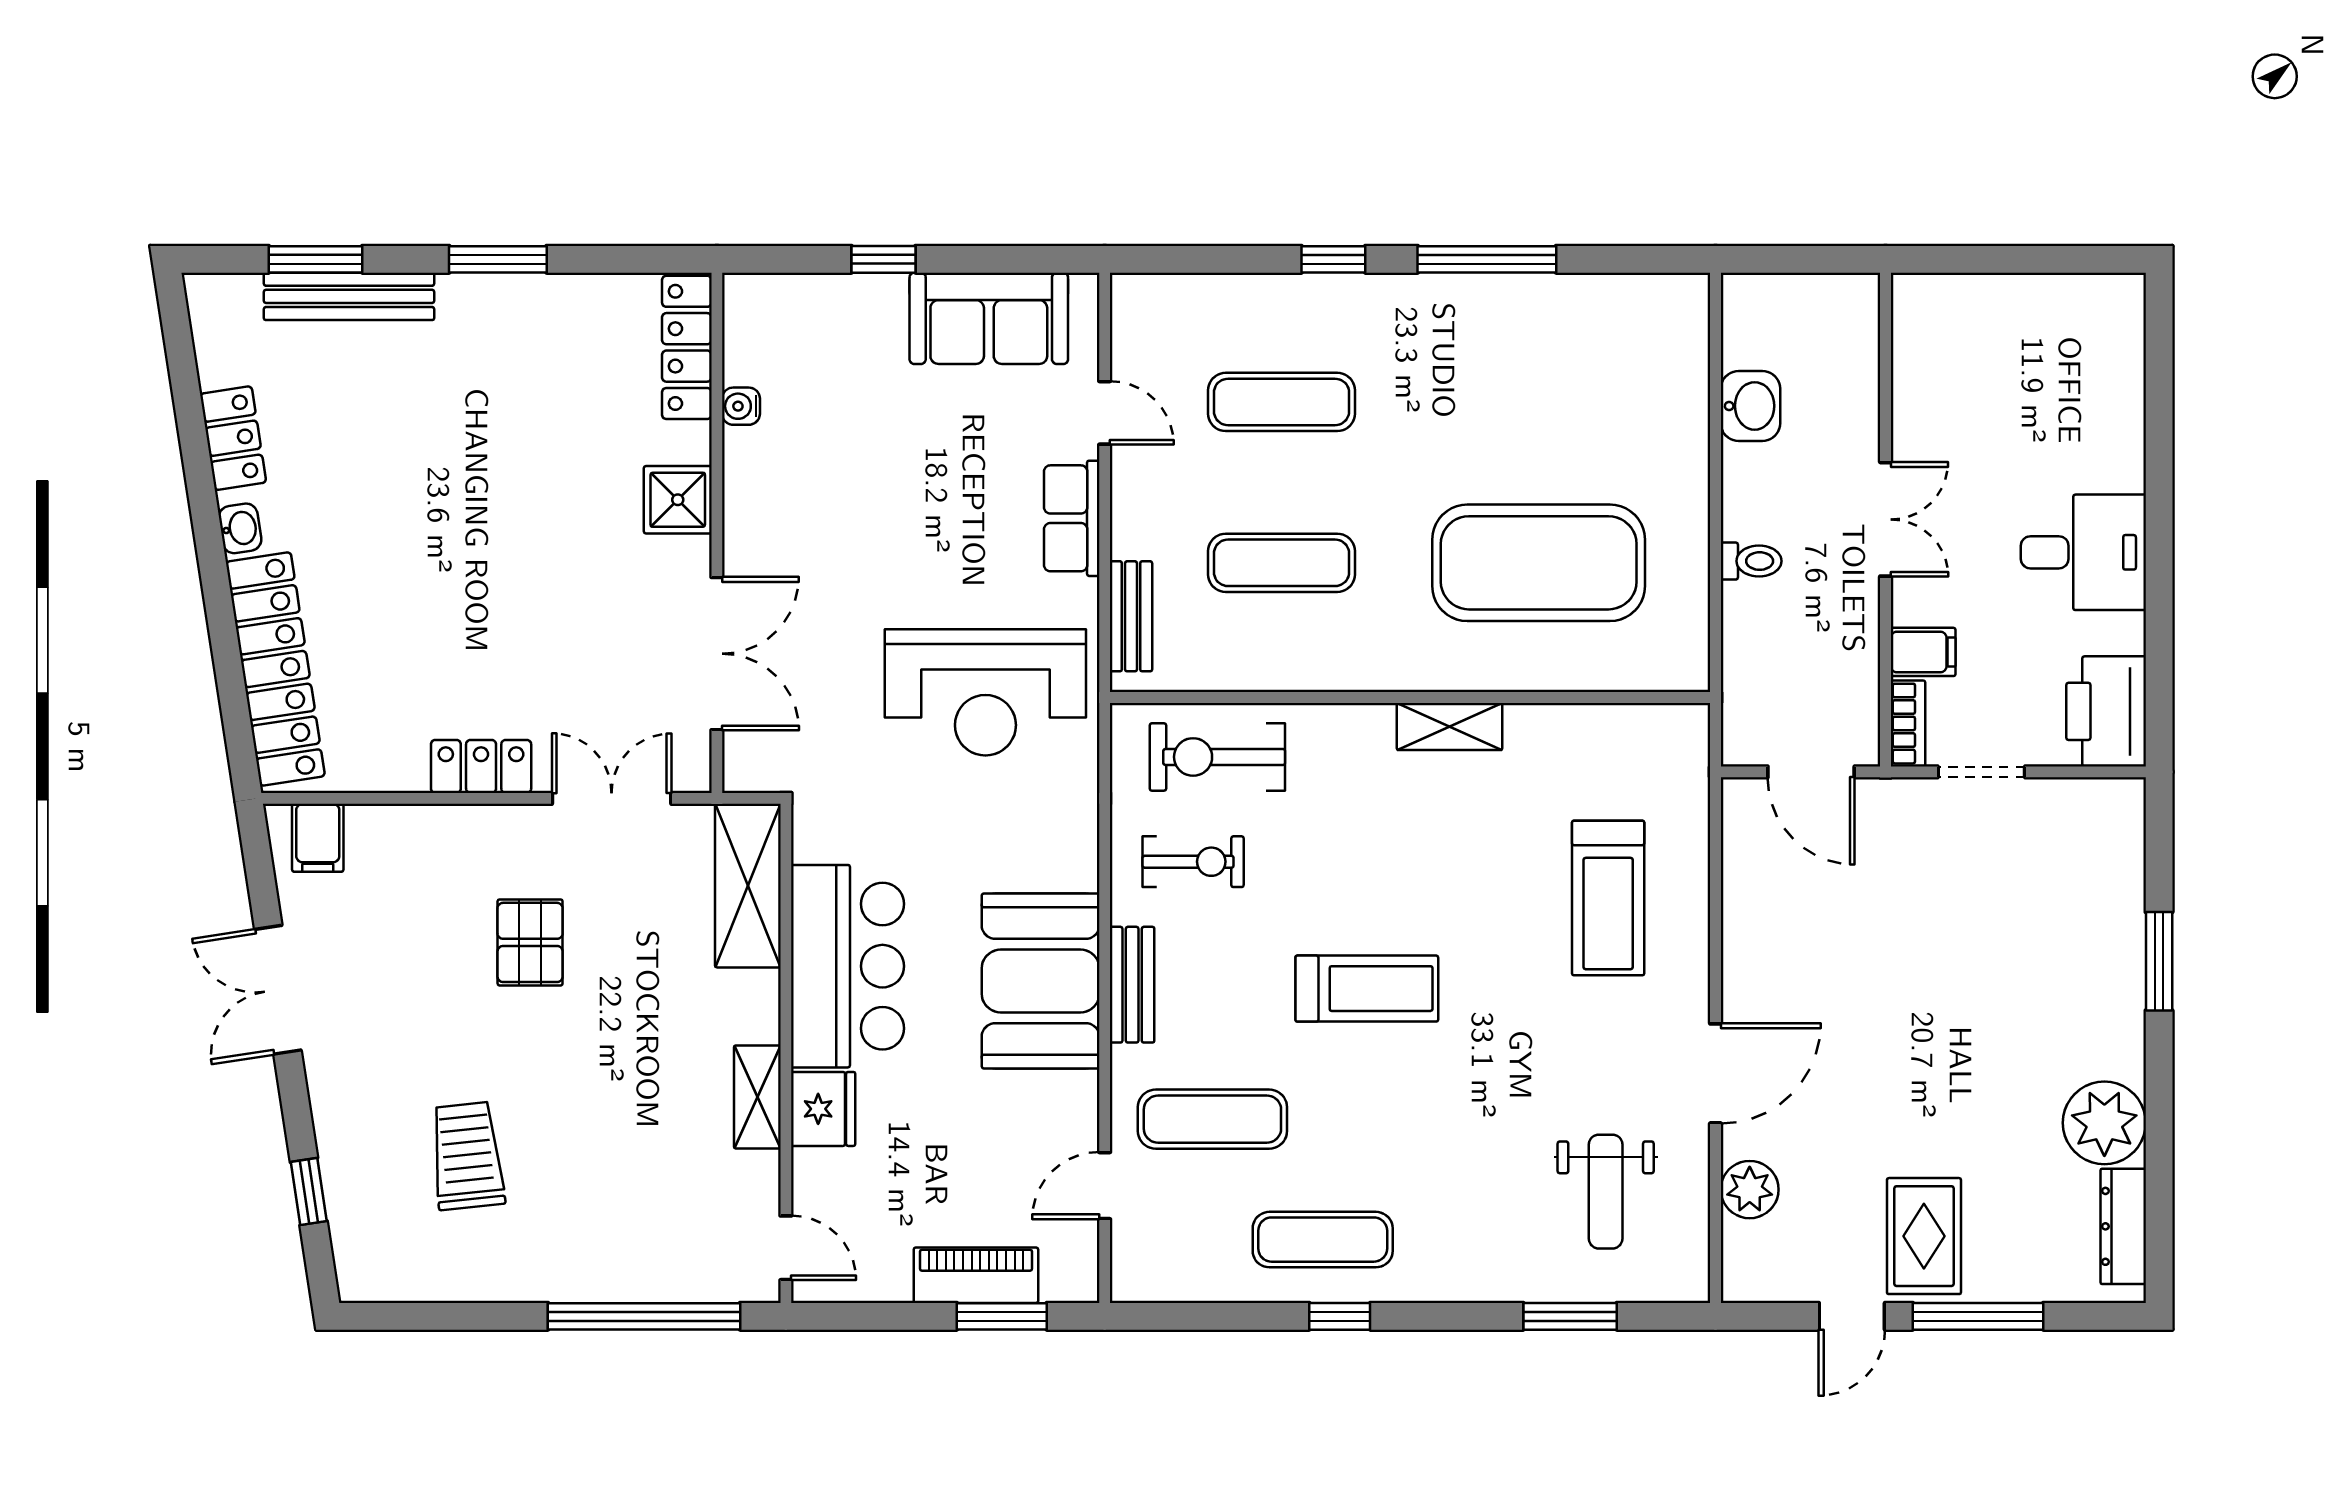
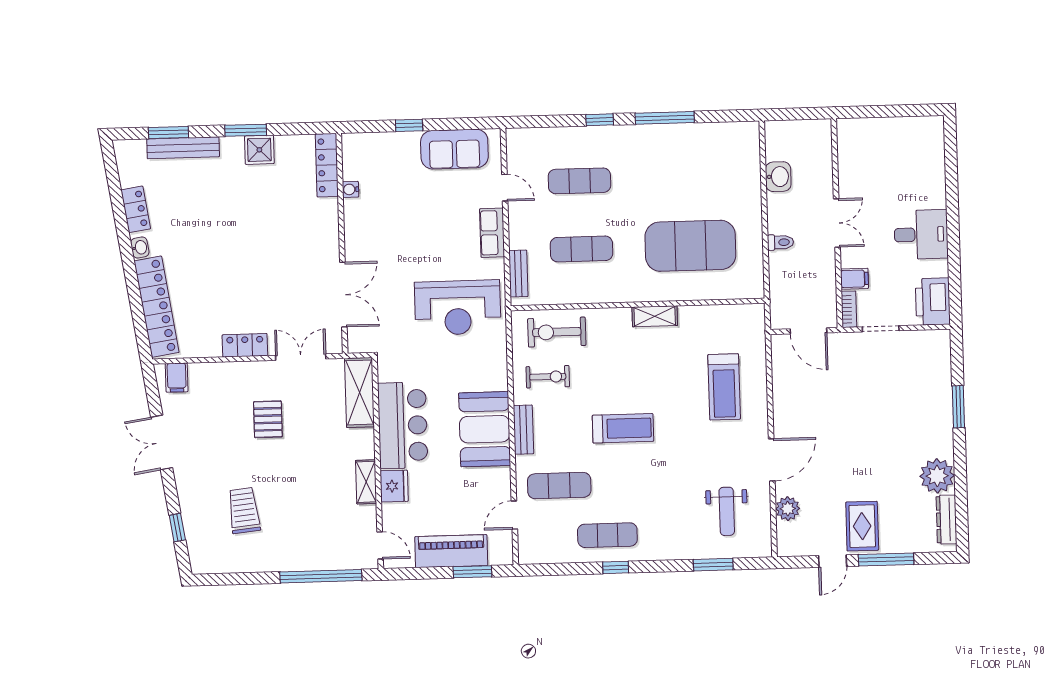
shower: (678, 500) -> (259, 150), moved
piano: (976, 1275) -> (451, 551), width x1.37, depth x1.33

